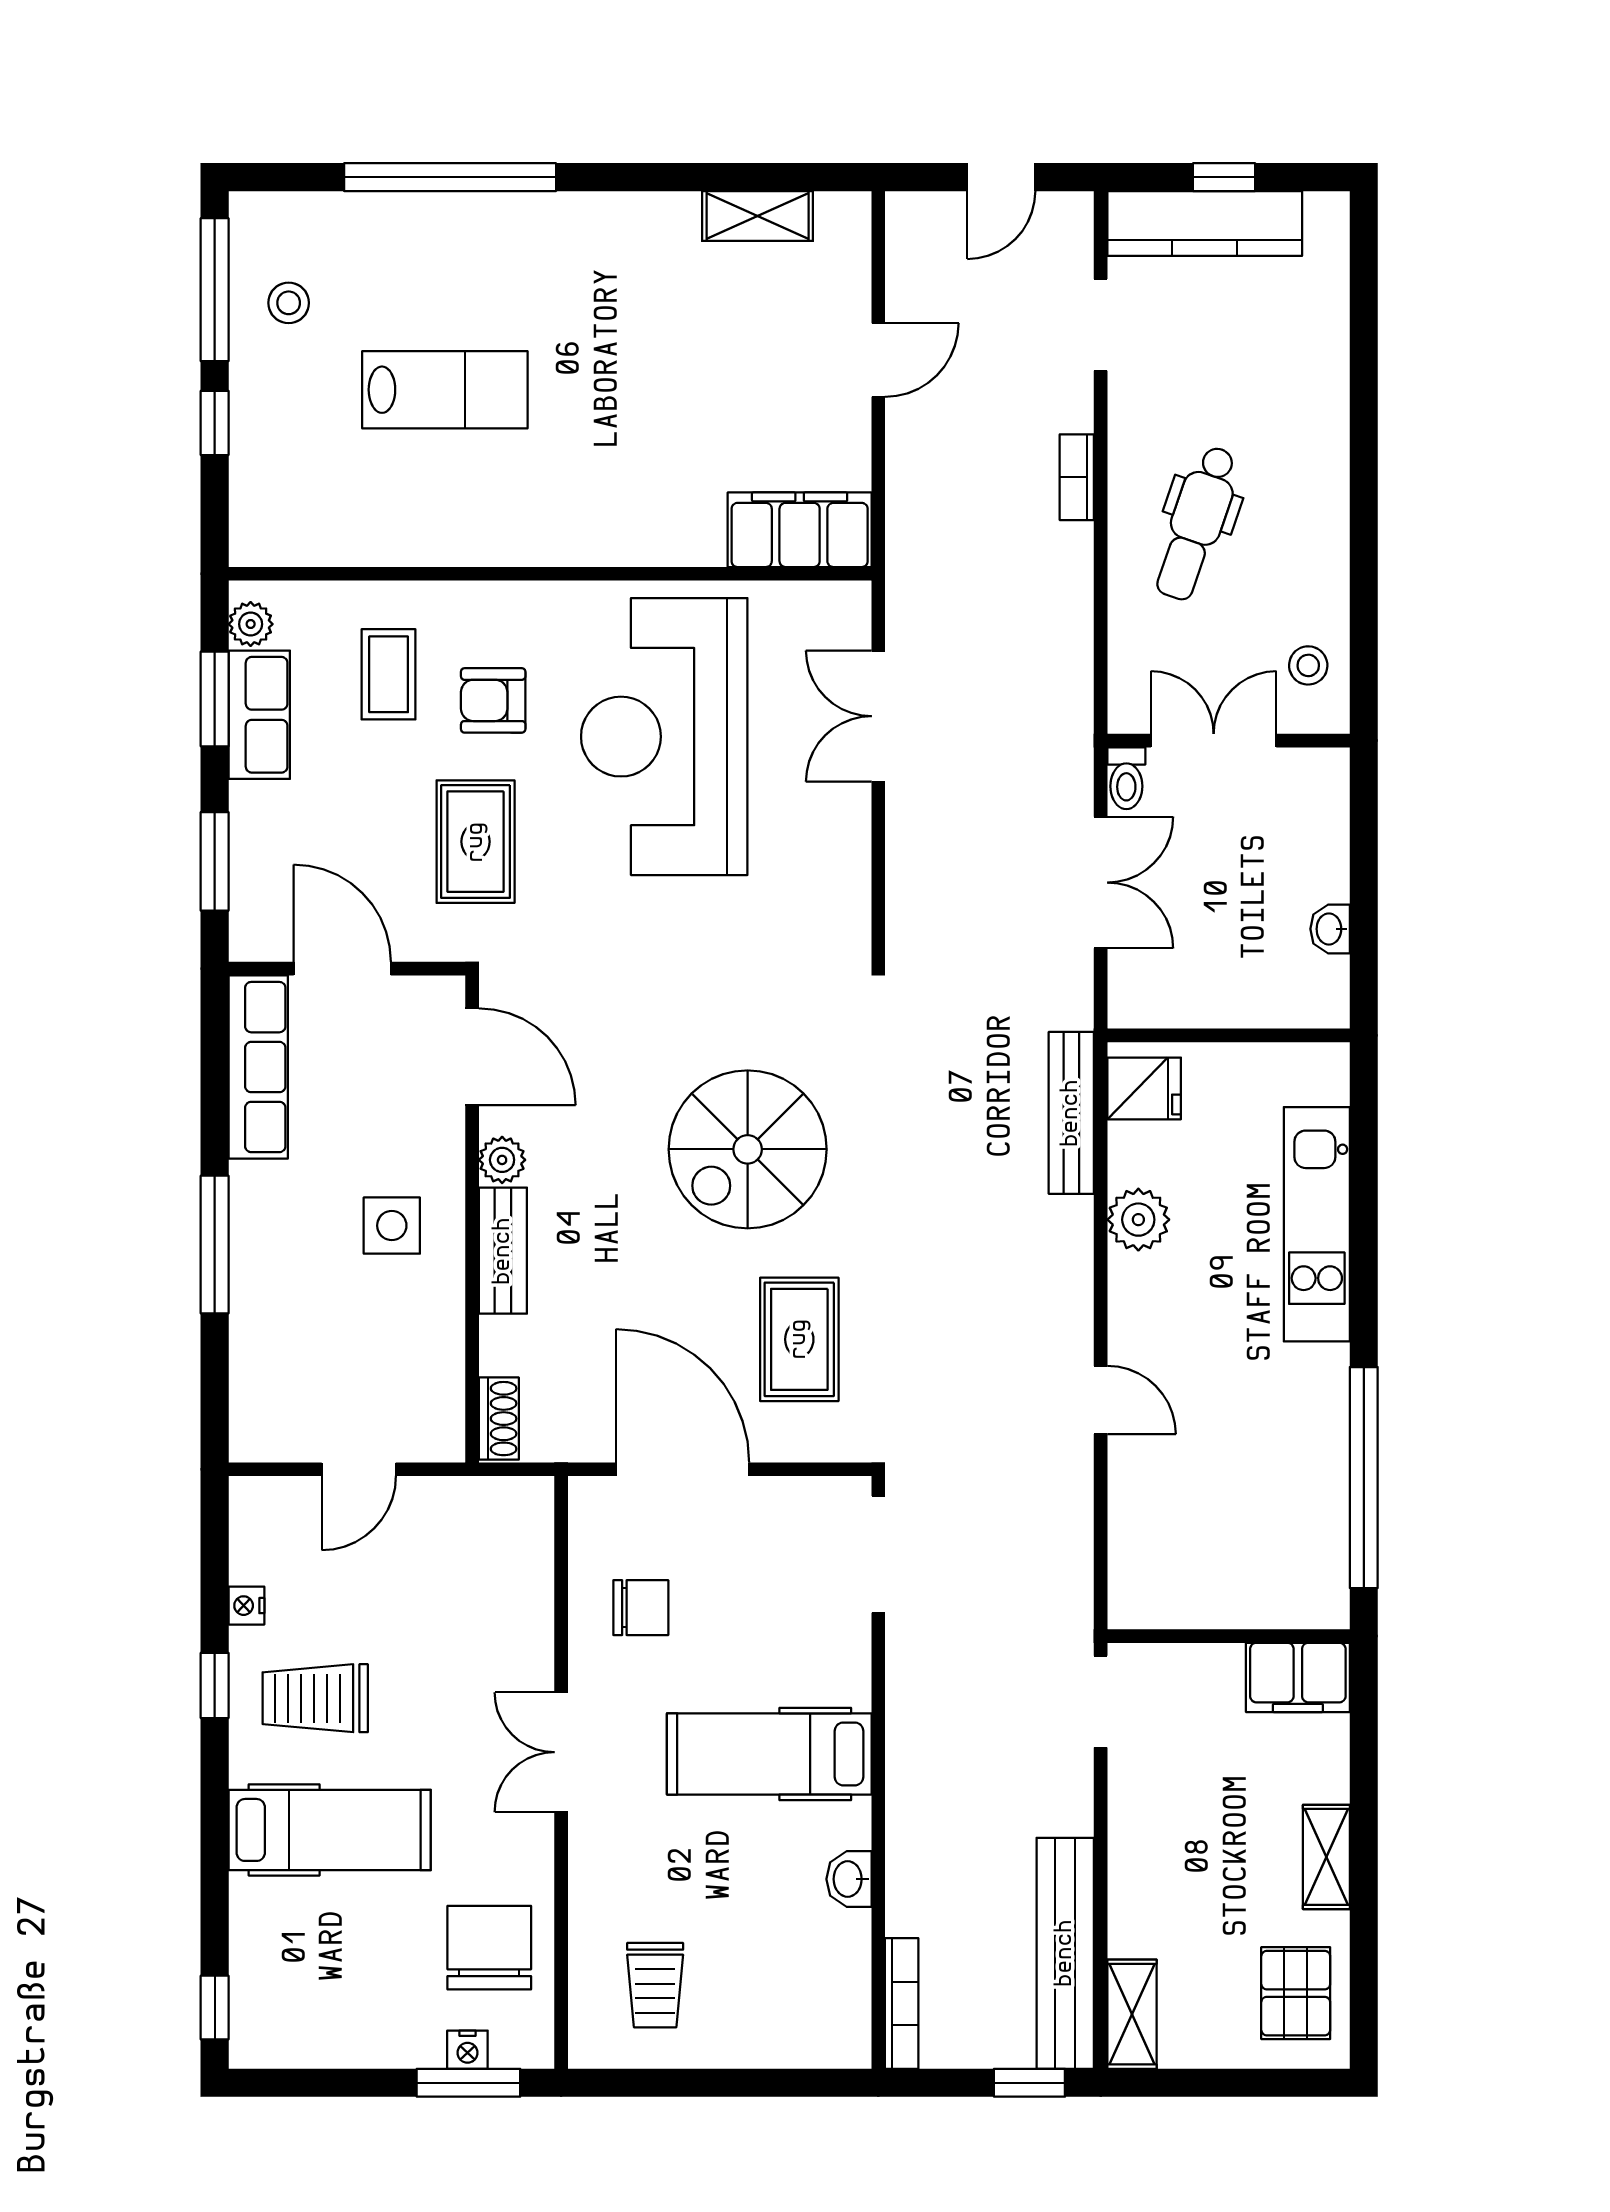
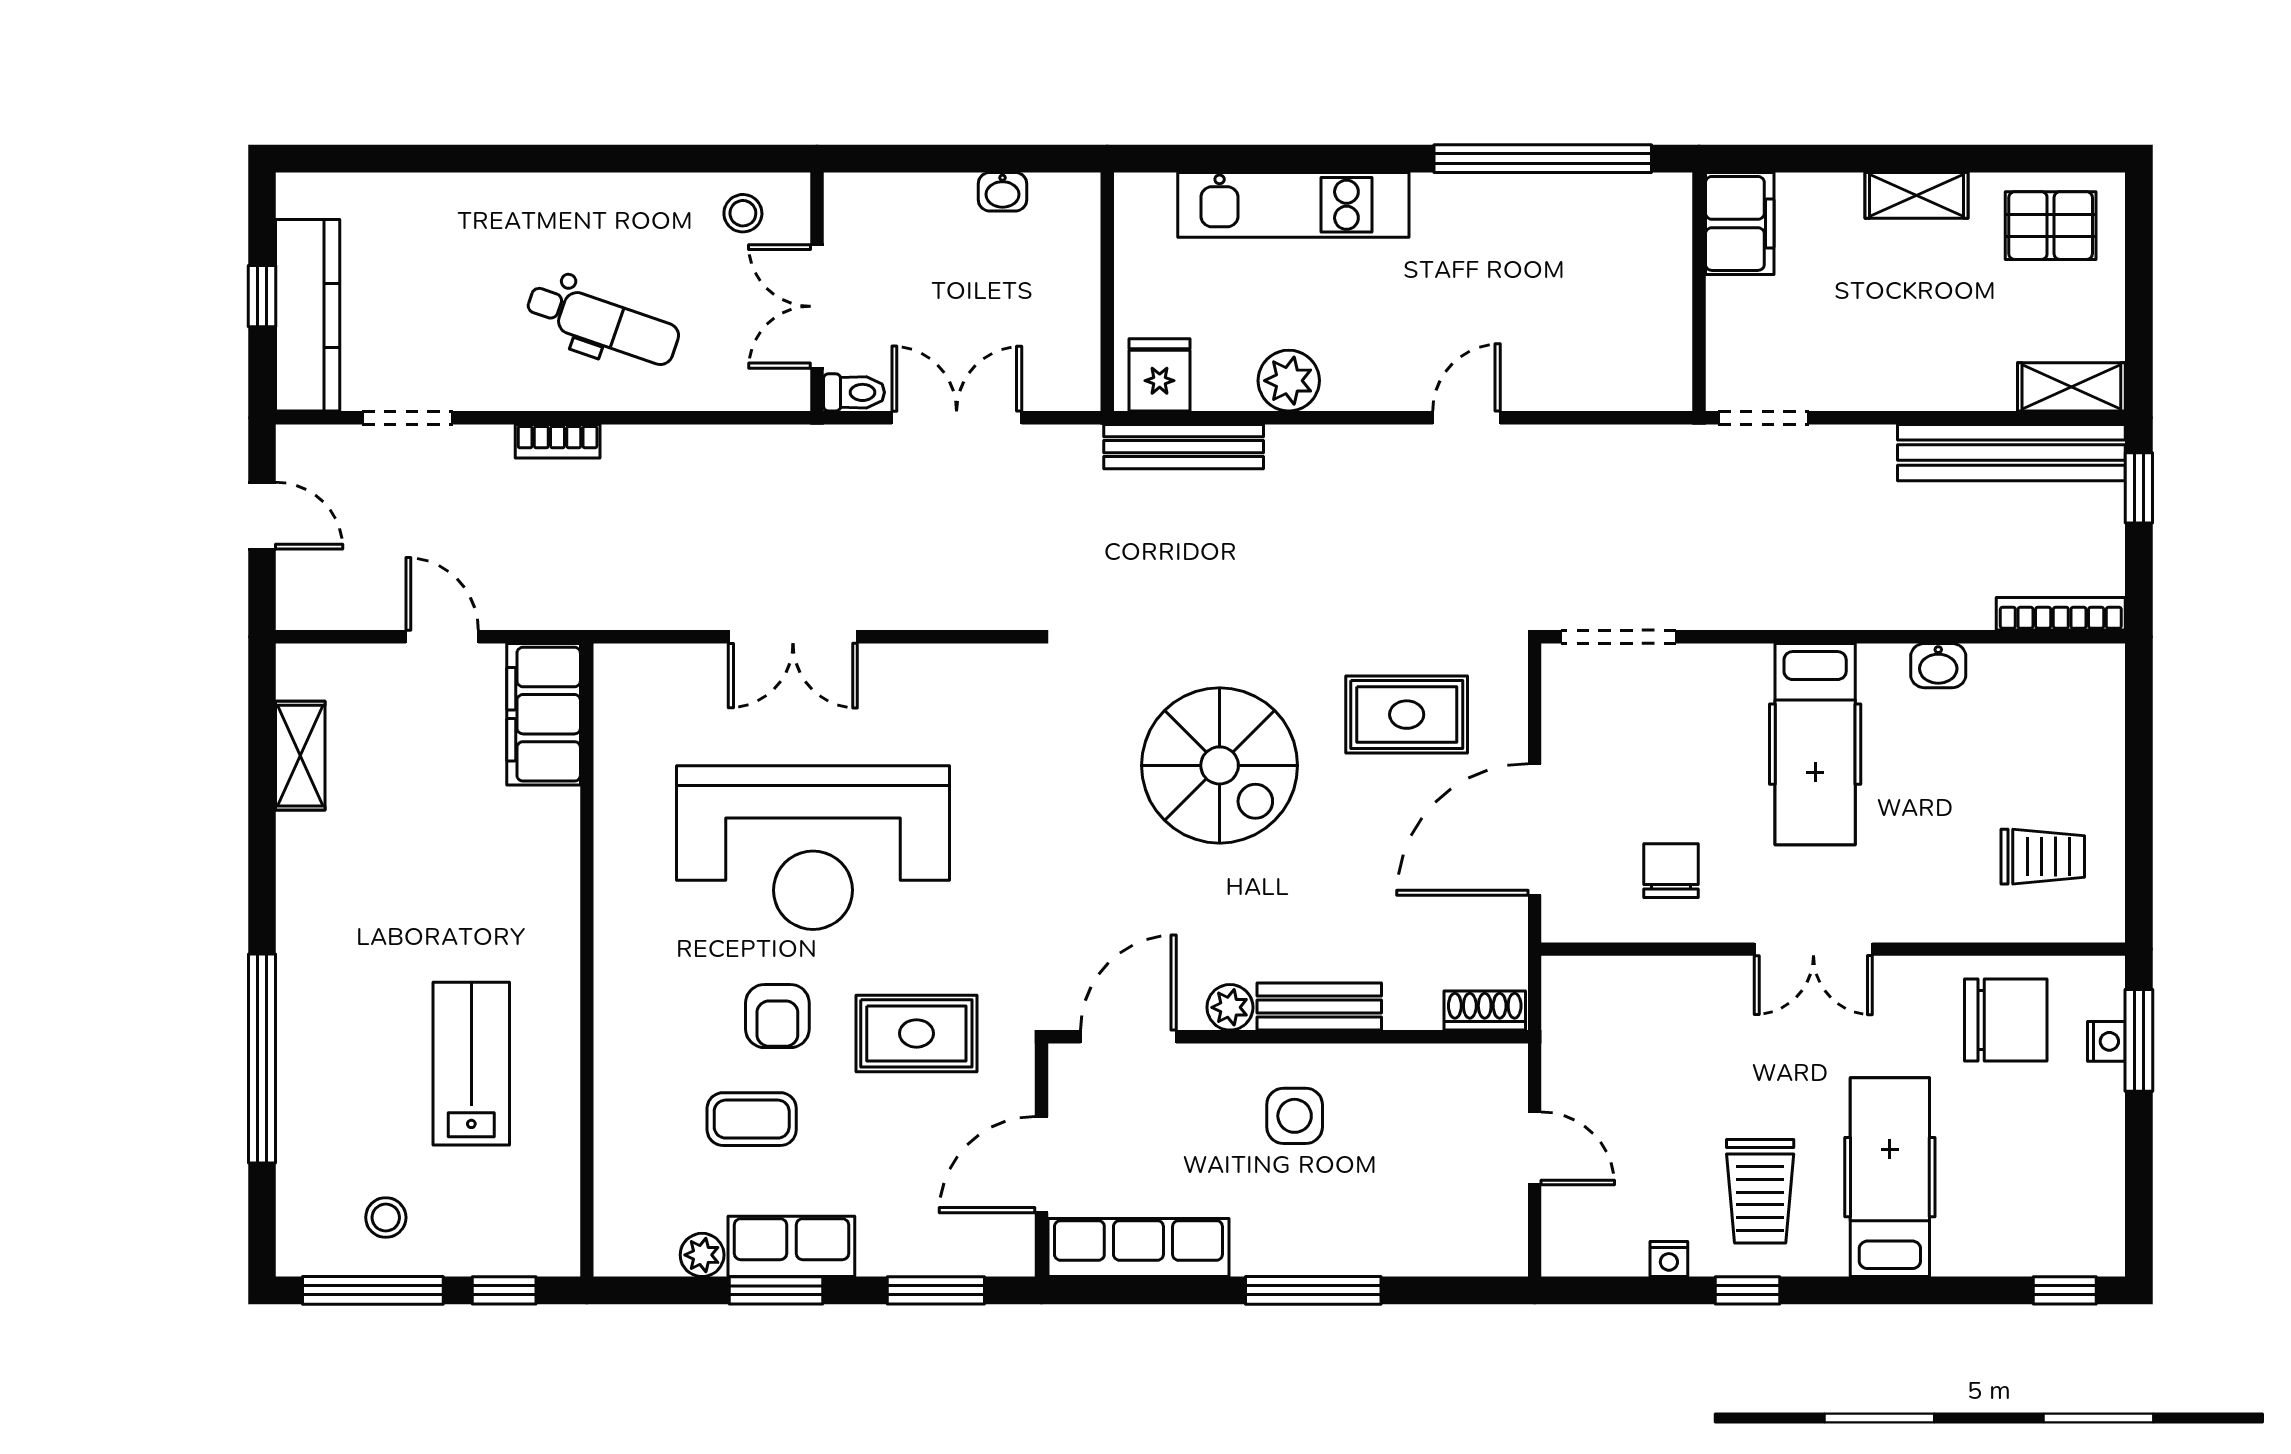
filing cabinet: (800, 530) -> (544, 714), moved
wall: (550, 574) -> (587, 960), moved
chair: (489, 1948) -> (2006, 1020), turned 180

